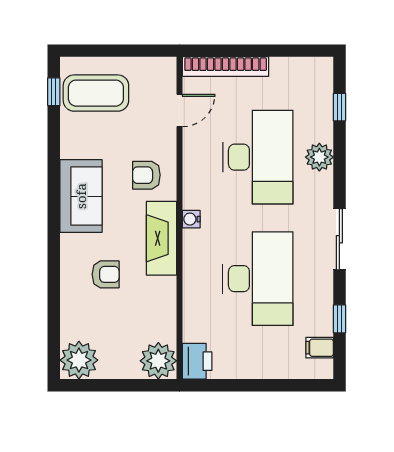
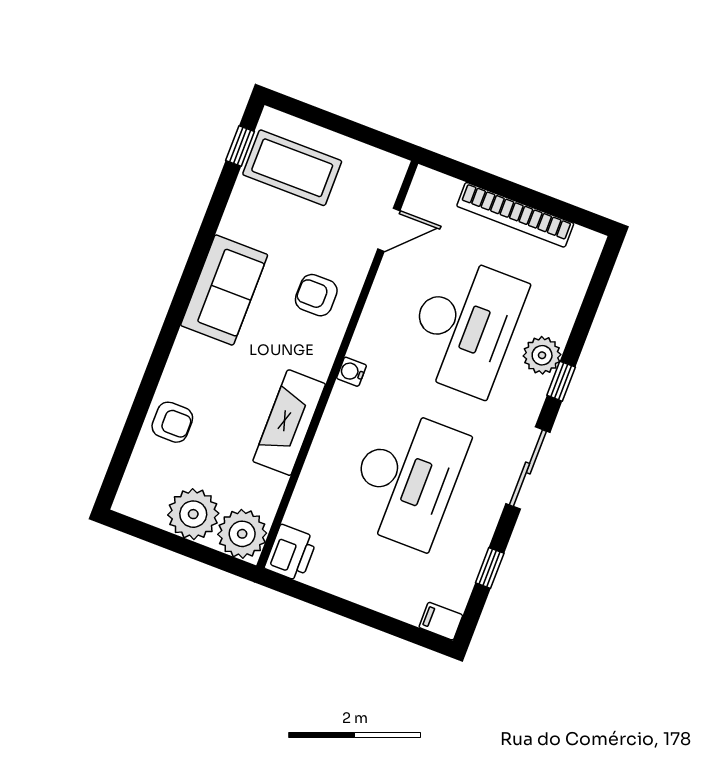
bookcase: (226, 67) -> (515, 215), moved
window: (339, 107) -> (561, 381), moved
fireplace: (161, 238) -> (289, 423), moved
armchair: (106, 274) -> (172, 422), moved
filing cabinet: (320, 348) -> (441, 621), moved
plant: (79, 360) -> (193, 514), moved

